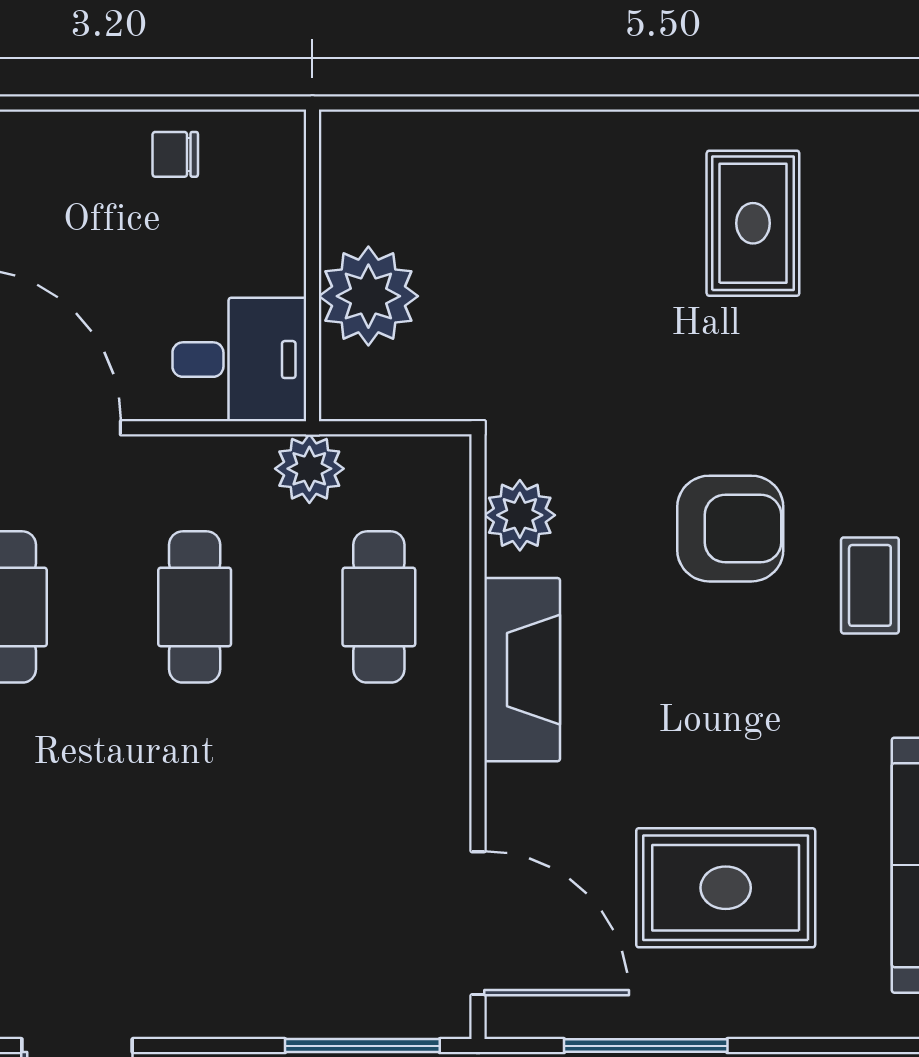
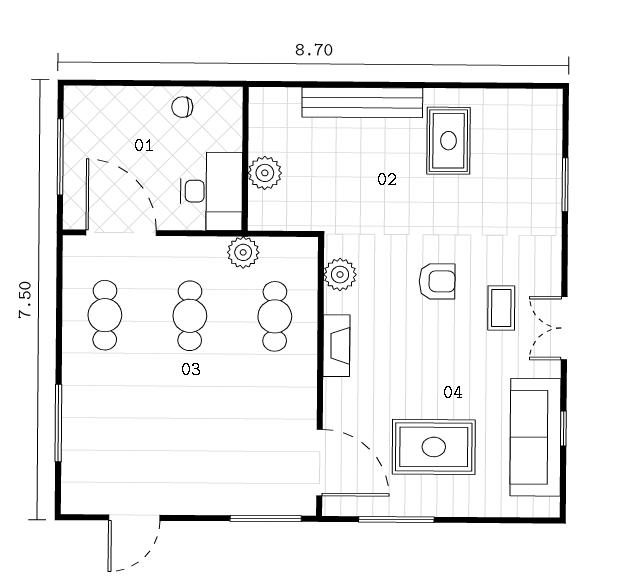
bench: (566, 142) -> (362, 103), added
plant: (368, 296) -> (265, 173), width x0.73, depth x0.73
desk: (239, 360) -> (211, 191), width x1.37
armchair: (730, 529) -> (437, 281), width x0.72, depth x0.72
fireplace: (522, 670) -> (336, 346), width x0.73, depth x0.76

